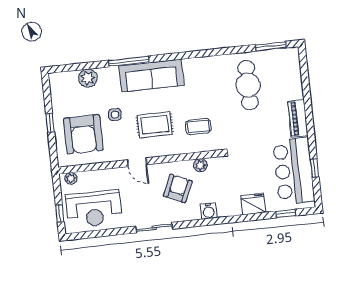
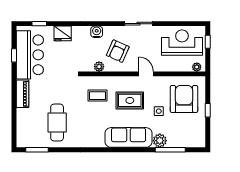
window: (129, 61) -> (170, 150), moved
plant: (88, 78) -> (160, 141), moved

